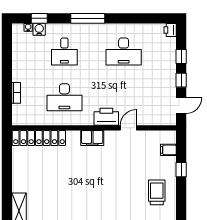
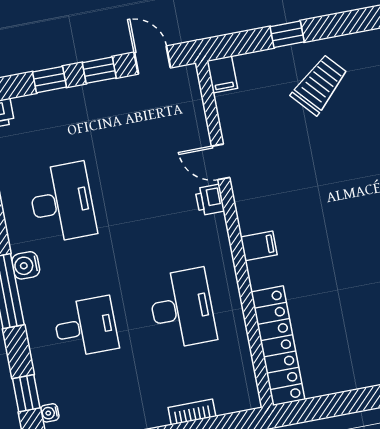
water cooler: (39, 29) -> (26, 265), moved
printer: (106, 117) -> (210, 200), width x0.53, depth x0.68
filing cabinet: (92, 138) -> (259, 246), width x0.50
filing cabinet: (168, 150) -> (222, 74), moved
trolley: (157, 192) -> (319, 85), moved, turned 138

